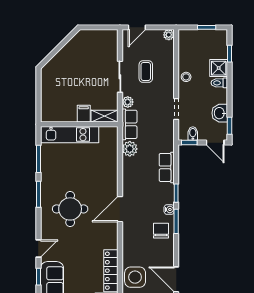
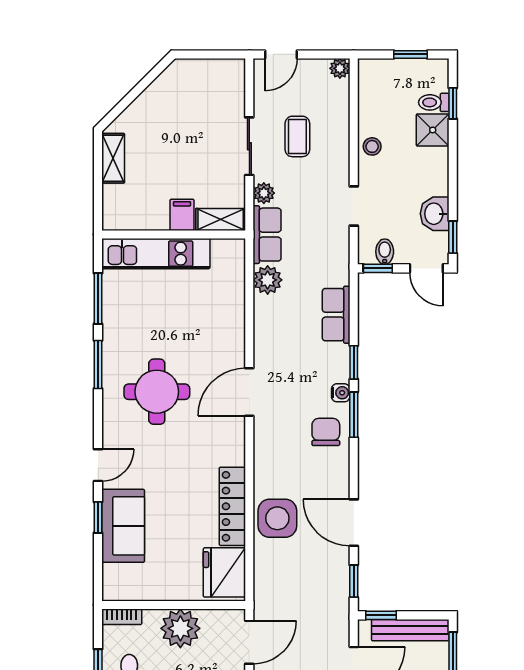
shelving: (47, 83) -> (113, 158), added
toilet: (219, 83) -> (434, 102), moved

